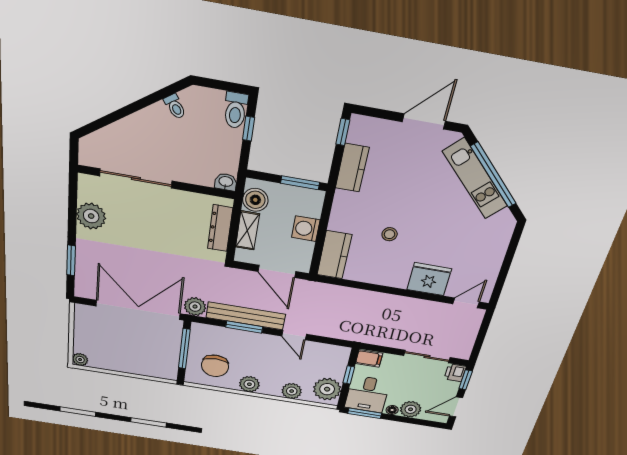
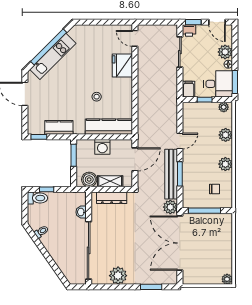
sliding door: (136, 178) -> (89, 250), width x1.36
washbasin: (226, 182) -> (81, 212), moved
kitchen counter: (334, 255) -> (109, 127), width x1.50
chair: (215, 366) -> (215, 189), width x0.54, depth x0.54
plant: (327, 389) -> (224, 107), width x0.53, depth x0.53

